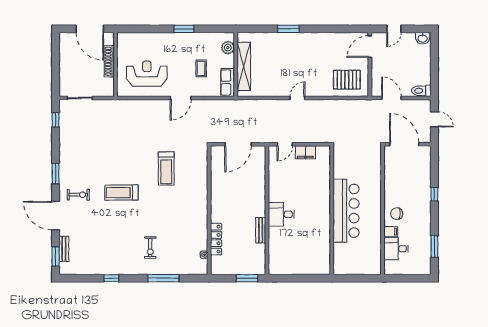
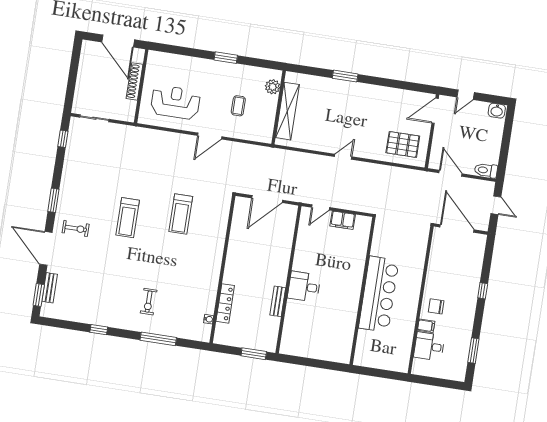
row of seats: (228, 82) -> (266, 127), removed
treadmill: (121, 193) -> (128, 218), moved, turned -90

